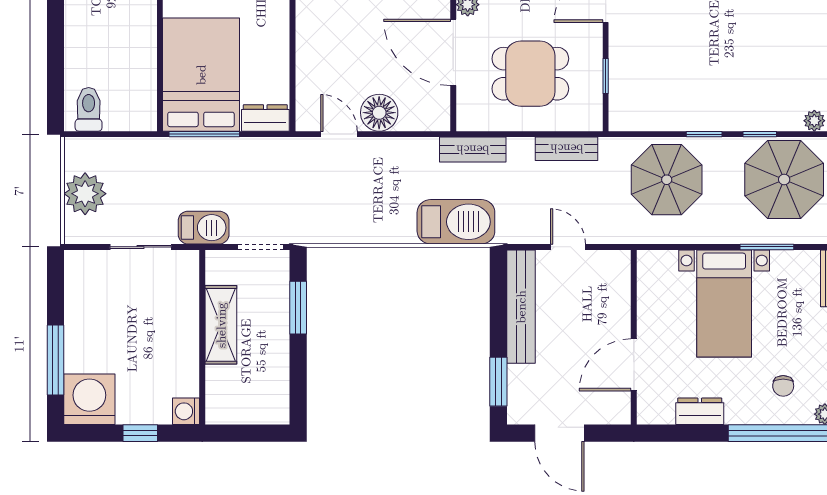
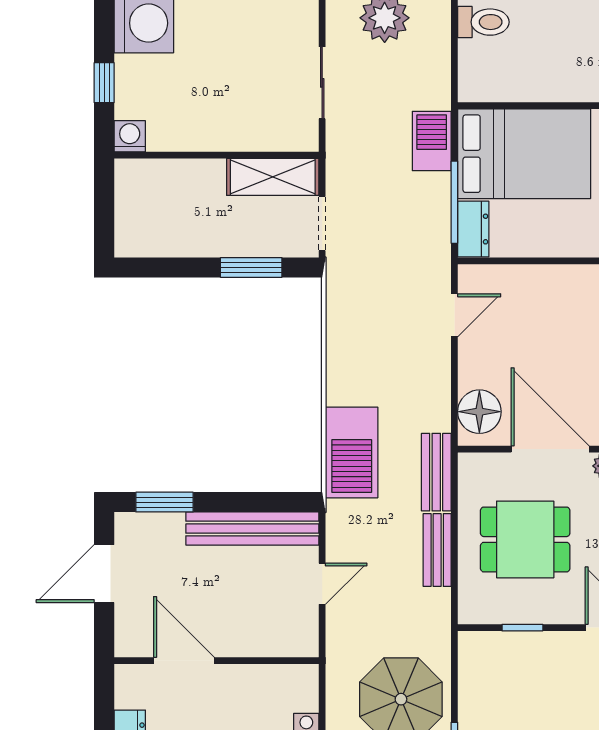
door: (453, 52) -> (550, 449), hinge flipped
dining table: (530, 74) -> (525, 539), turned 90
floor lamp: (379, 113) -> (479, 412), moved
window: (204, 134) -> (454, 202), moved
bench: (567, 149) -> (437, 550), moved
barbecue: (204, 228) -> (432, 141), moved, turned 180
shelving: (221, 325) -> (273, 177), moved

